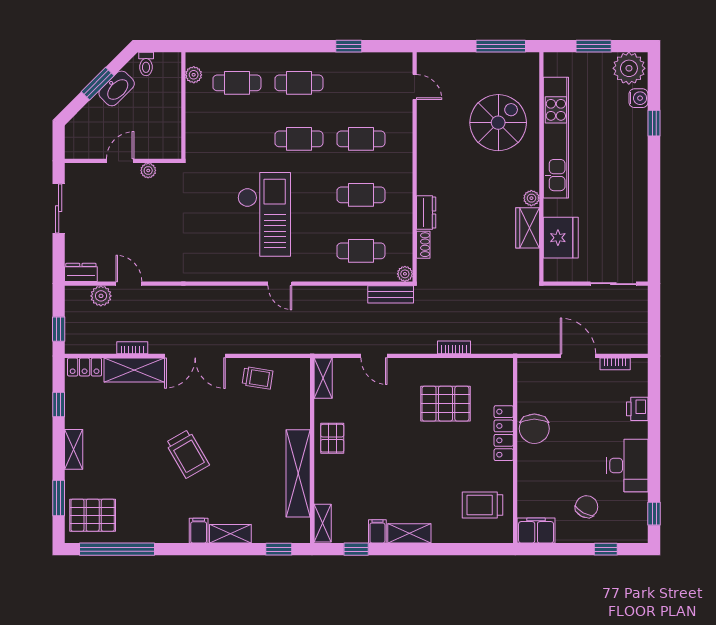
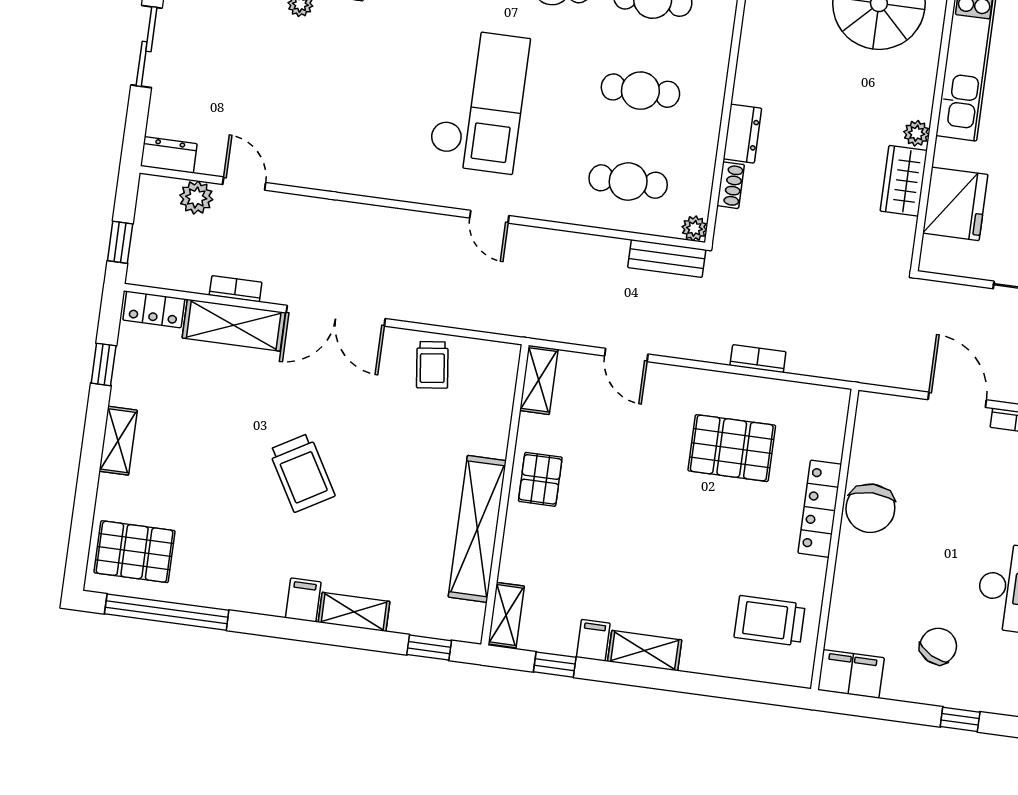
trolley: (258, 378) -> (432, 365), turned 74
window: (59, 498) -> (83, 516), removed

